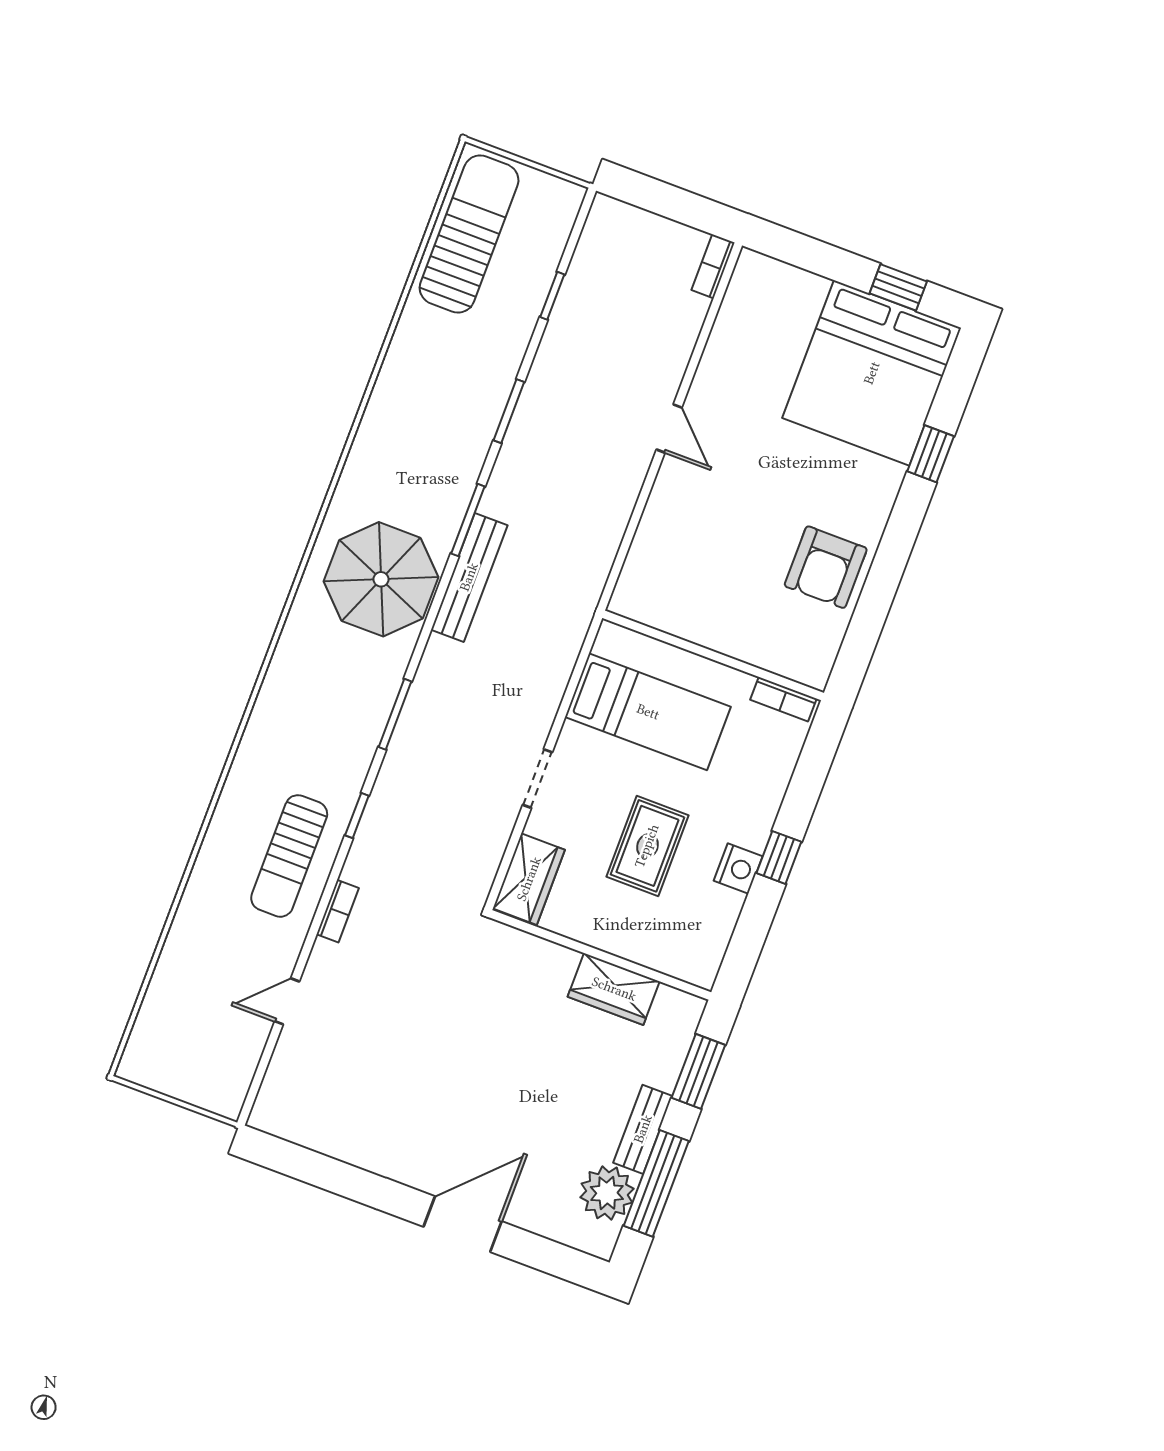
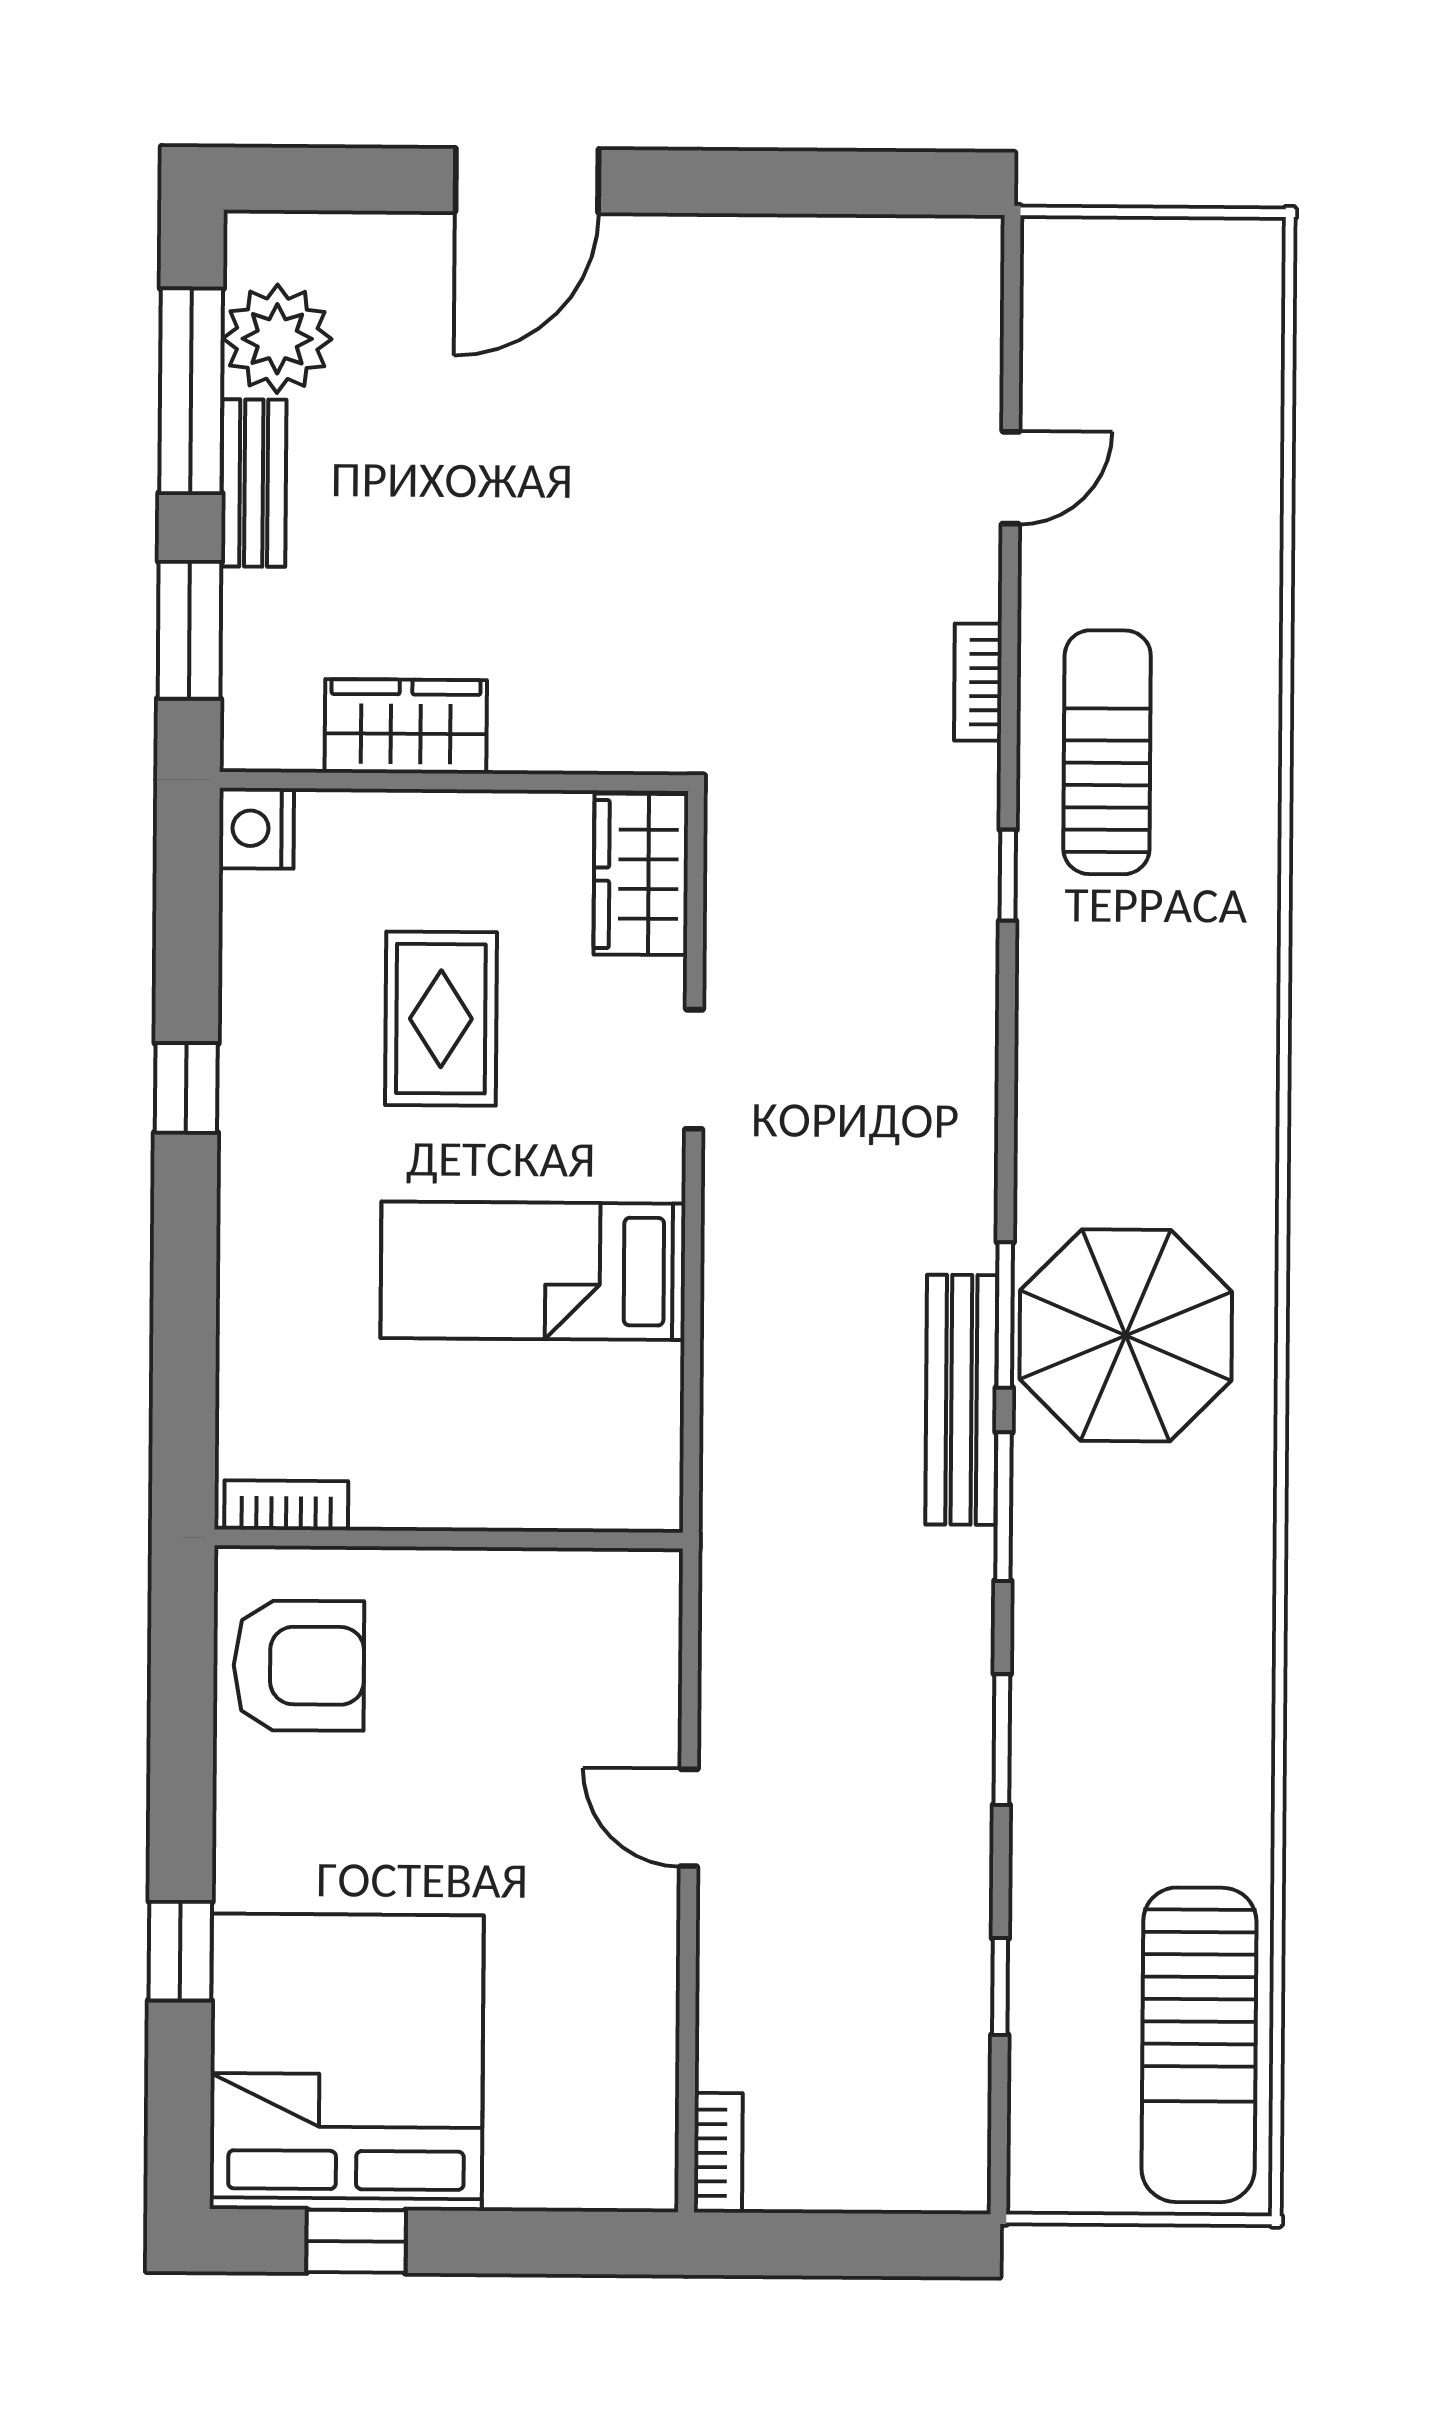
armchair: (826, 567) -> (299, 1666), turned 90
wall: (713, 655) -> (449, 1539), moved
bookcase: (783, 699) -> (286, 1505), moved
window: (395, 714) -> (1005, 1315), moved
nightstand: (738, 868) -> (256, 828), moved

